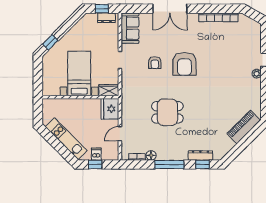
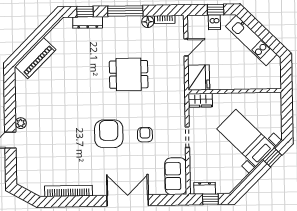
bed with nightstands: (79, 73) -> (246, 138), moved, turned 135

